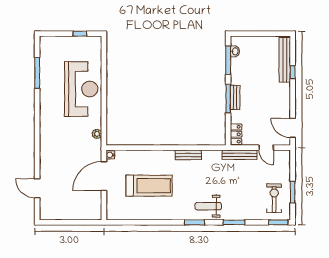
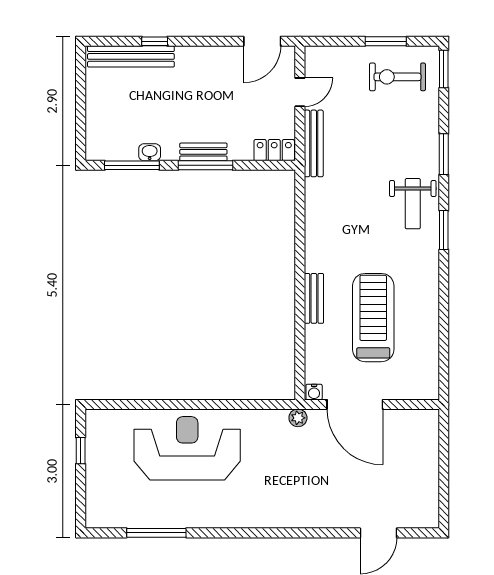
washbasin: (235, 51) -> (150, 152), moved
plant: (97, 134) -> (298, 418), moved
bench: (188, 155) -> (314, 298), moved

